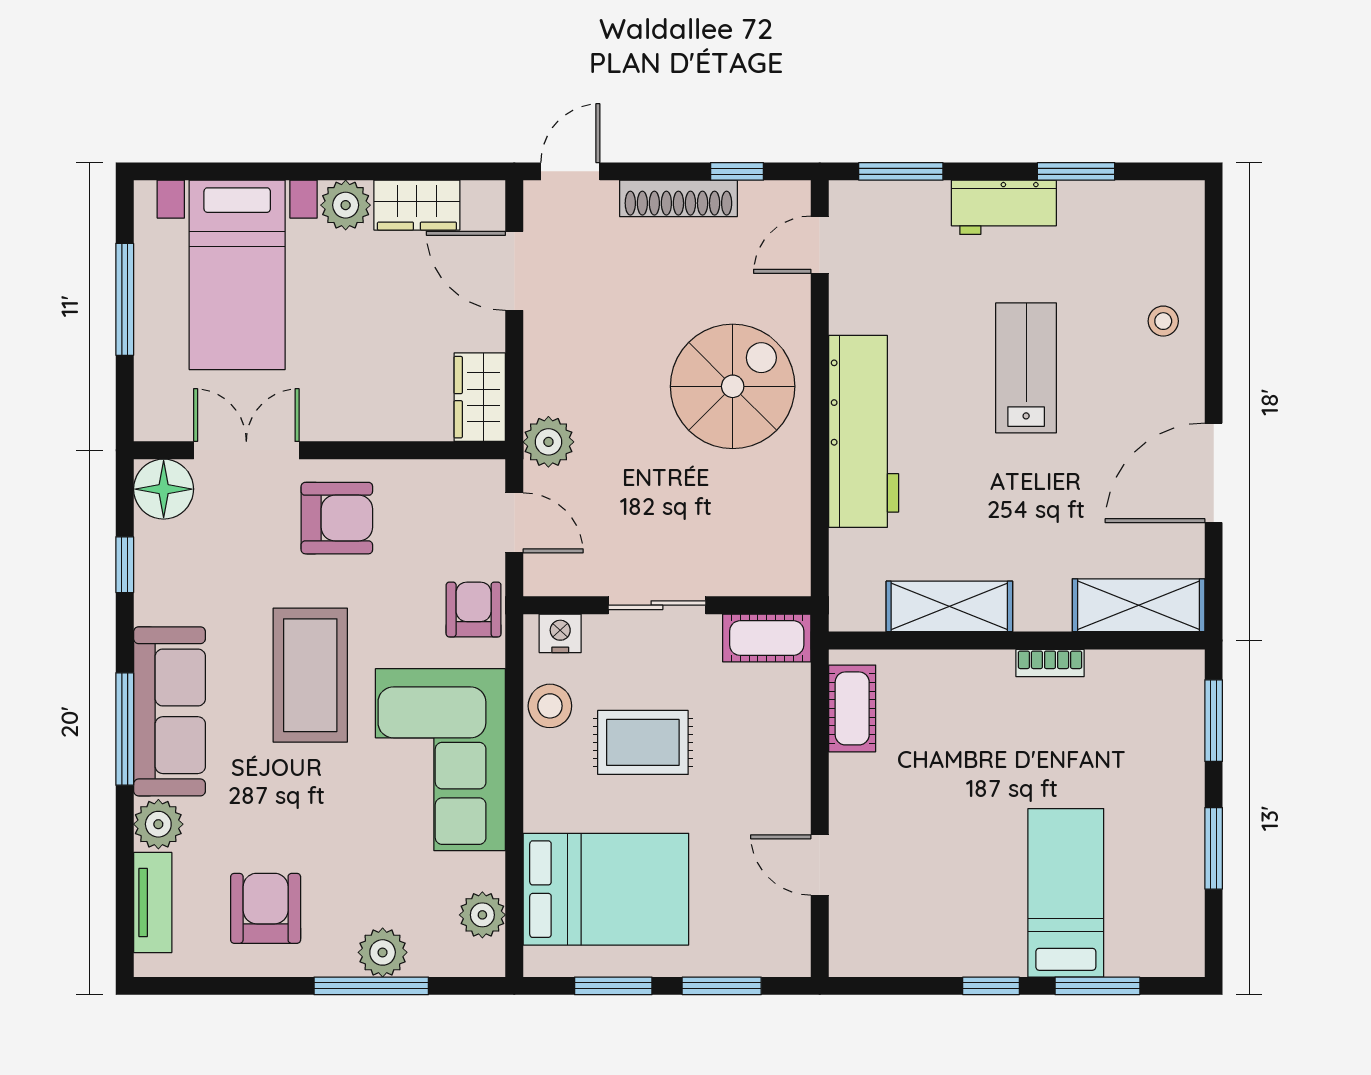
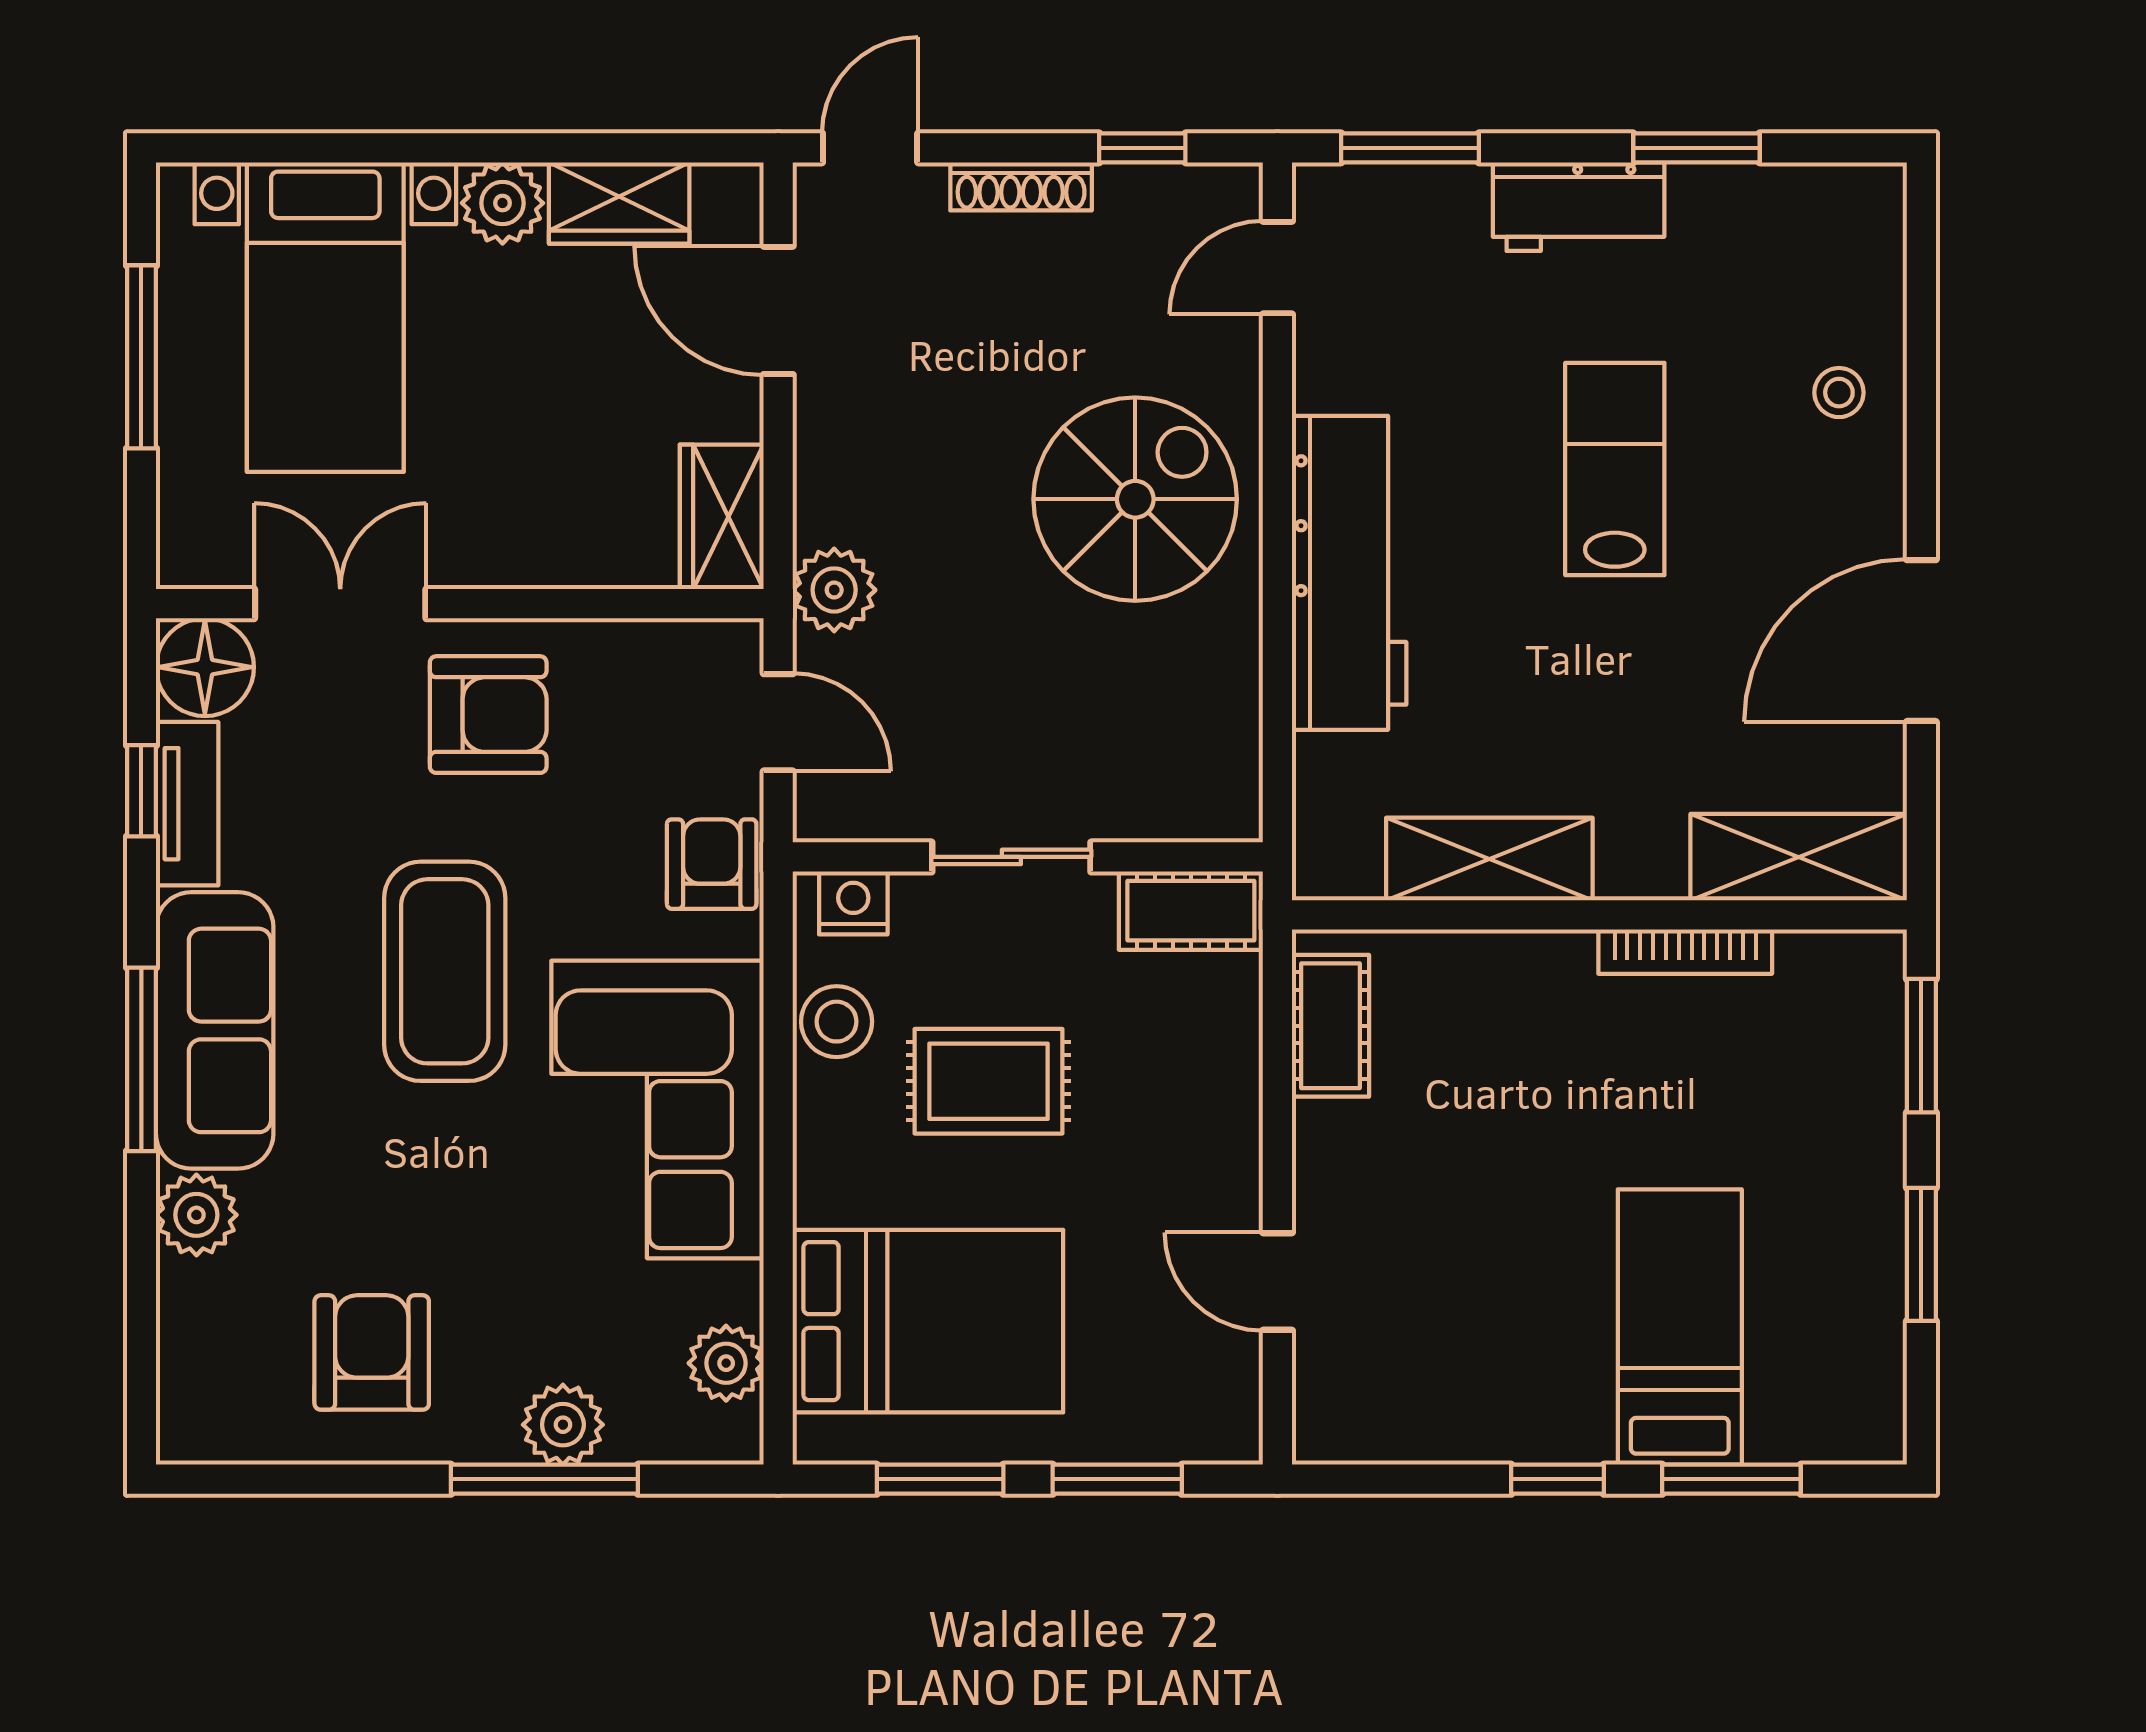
shoe rack: (678, 198) -> (1021, 186), width x0.74, depth x0.81
bookcase: (1050, 663) -> (1685, 952), width x1.56
tv unit: (153, 903) -> (187, 804), moved

